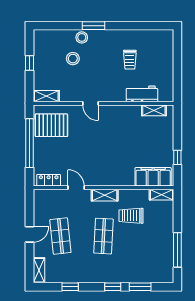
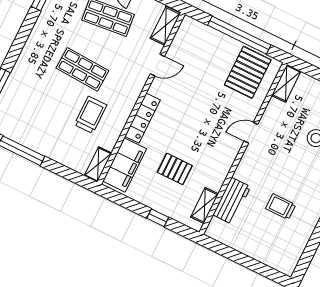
pallet: (139, 142) -> (175, 169), added
window: (177, 157) -> (158, 218), moved
locker: (49, 180) -> (142, 118), moved, width x1.53
shelving: (105, 195) -> (165, 26), moved
window: (113, 287) -> (15, 50), removed

